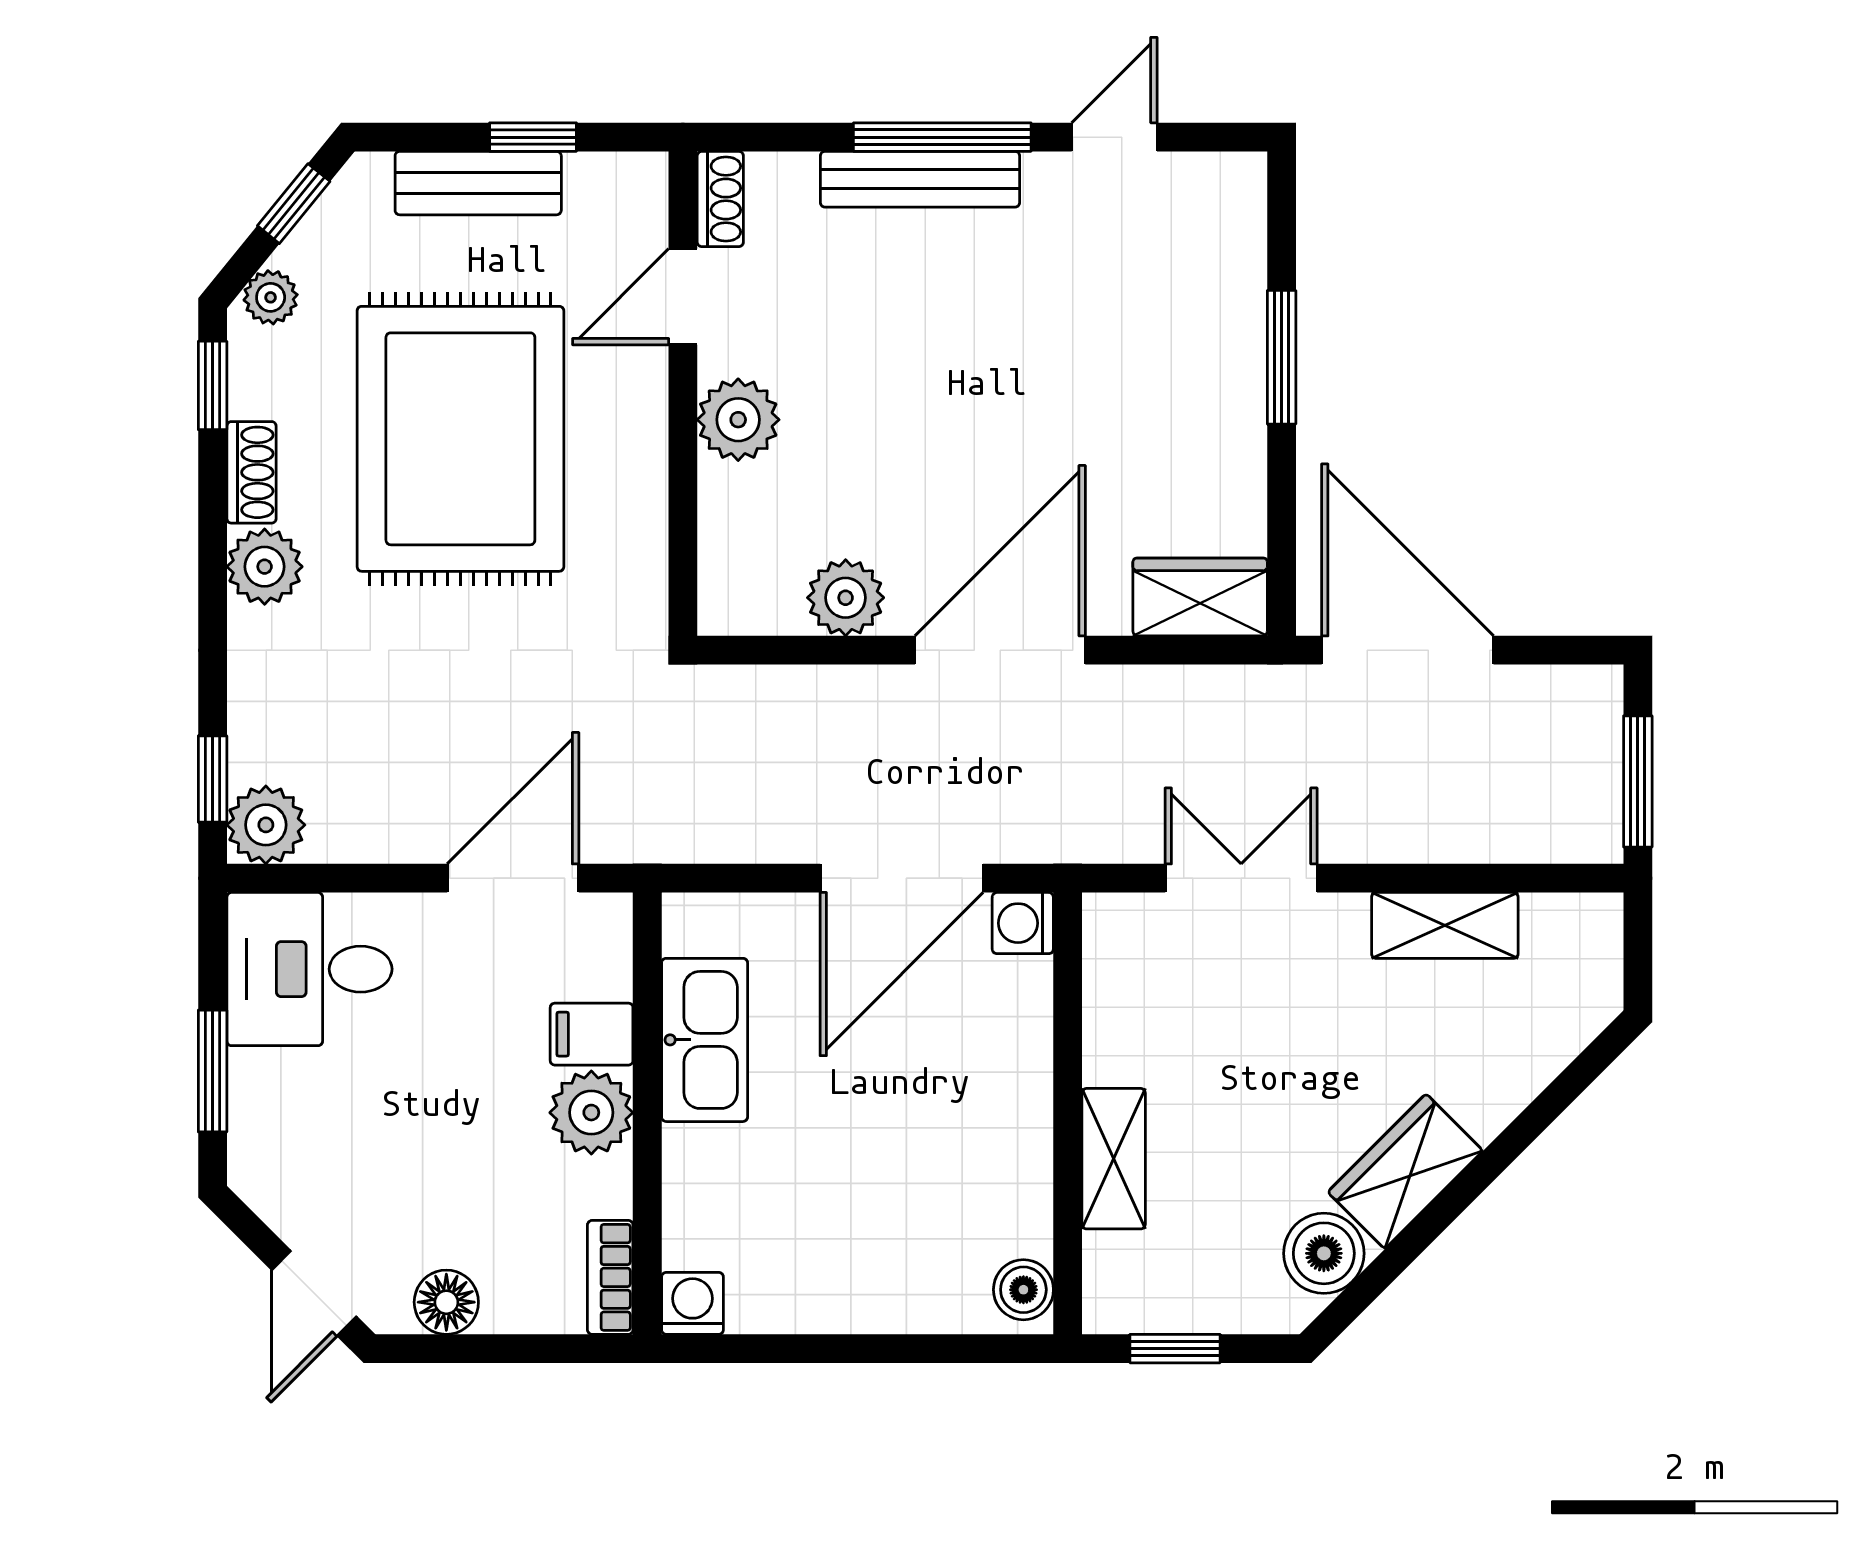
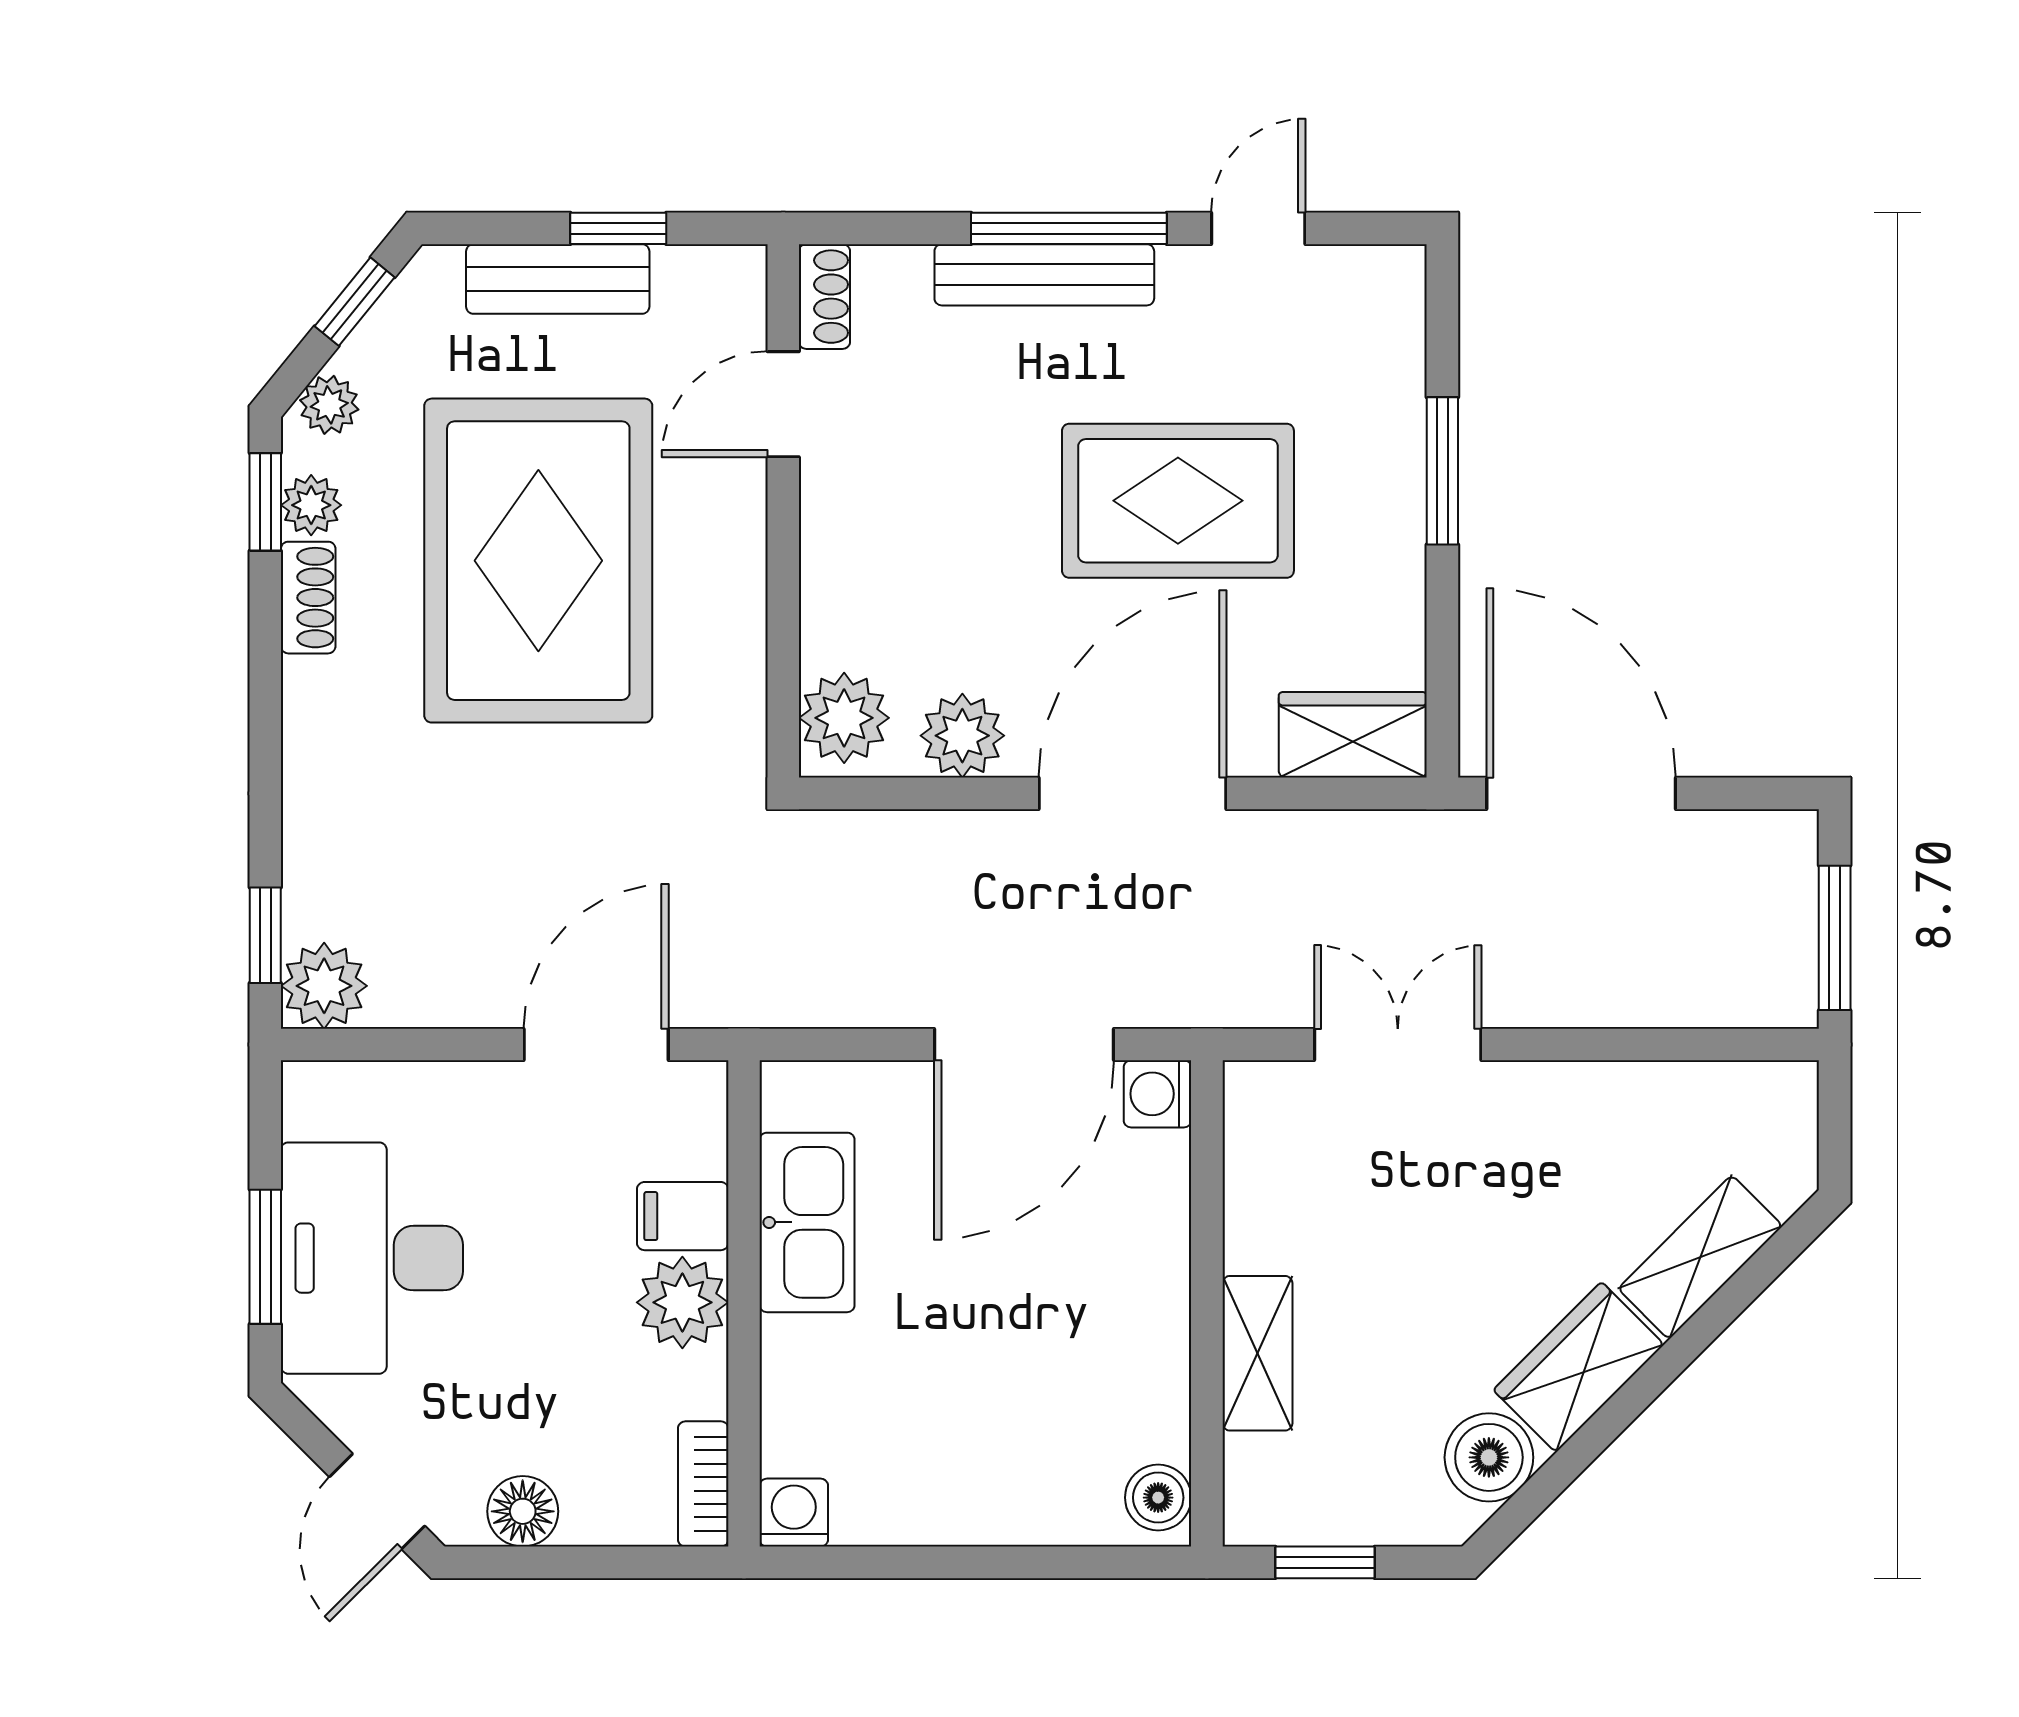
rug: (1041, 384) -> (1178, 501), added
plant: (738, 420) -> (844, 718), moved
plant: (265, 567) -> (311, 505), moved, width x0.73, depth x0.73
shelving: (1445, 925) -> (1700, 1257), moved, turned -45
desk: (309, 969) -> (372, 1258), moved, width x1.37

